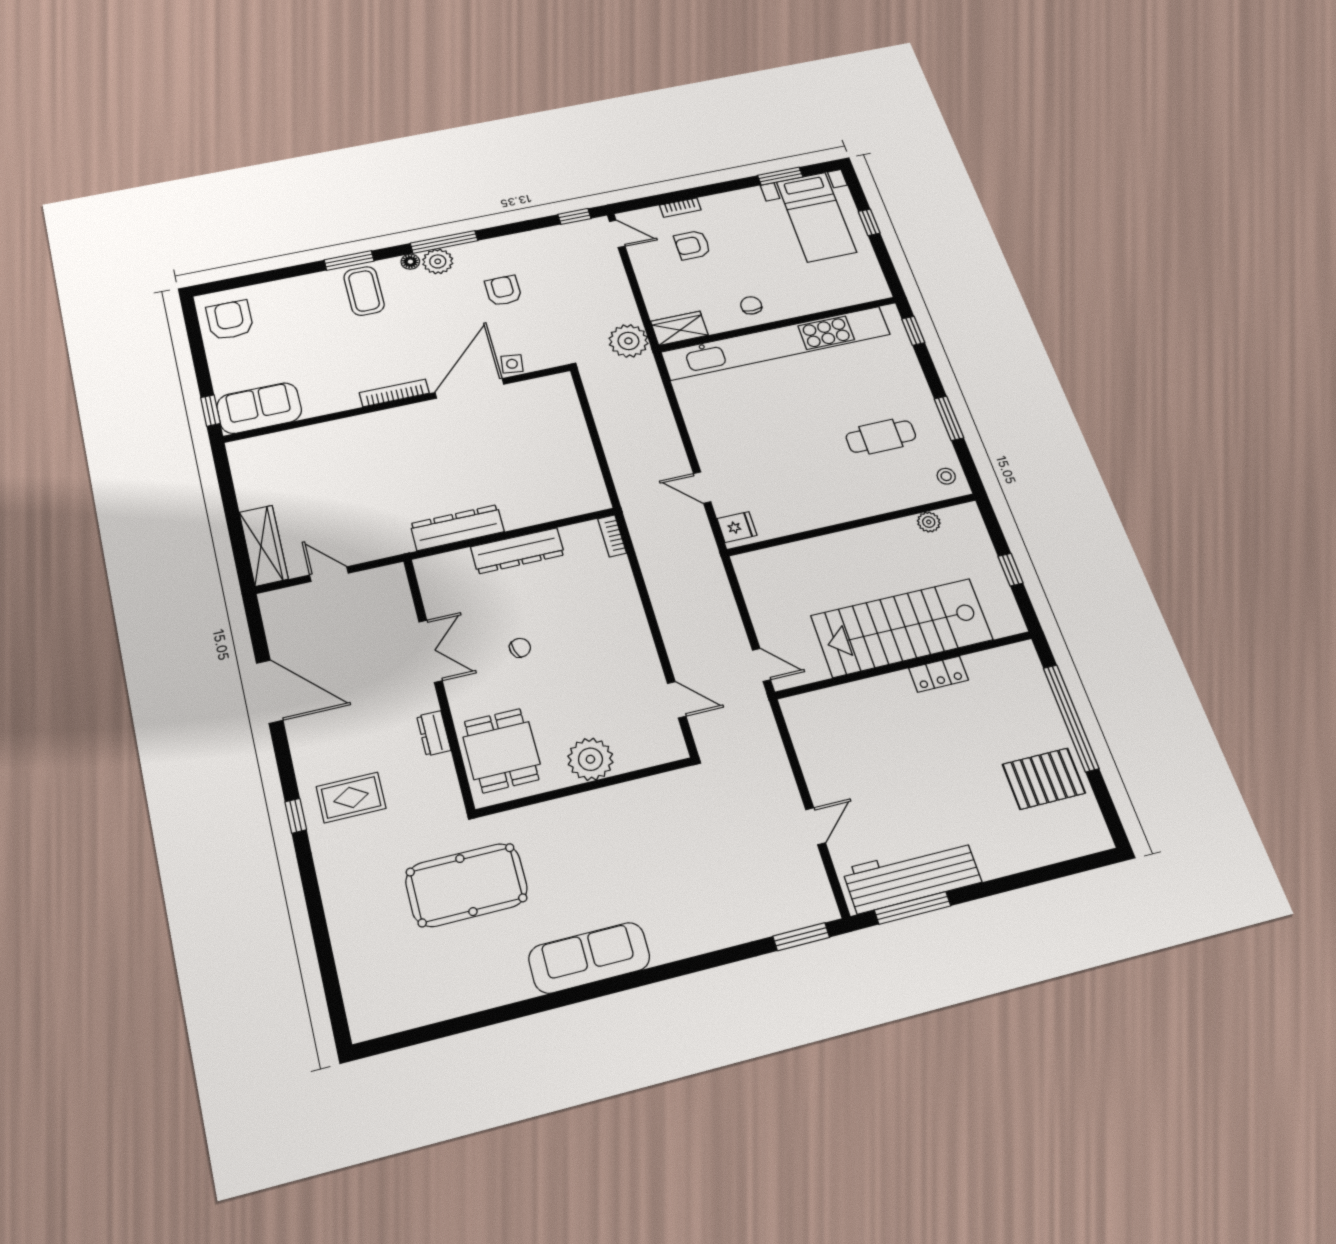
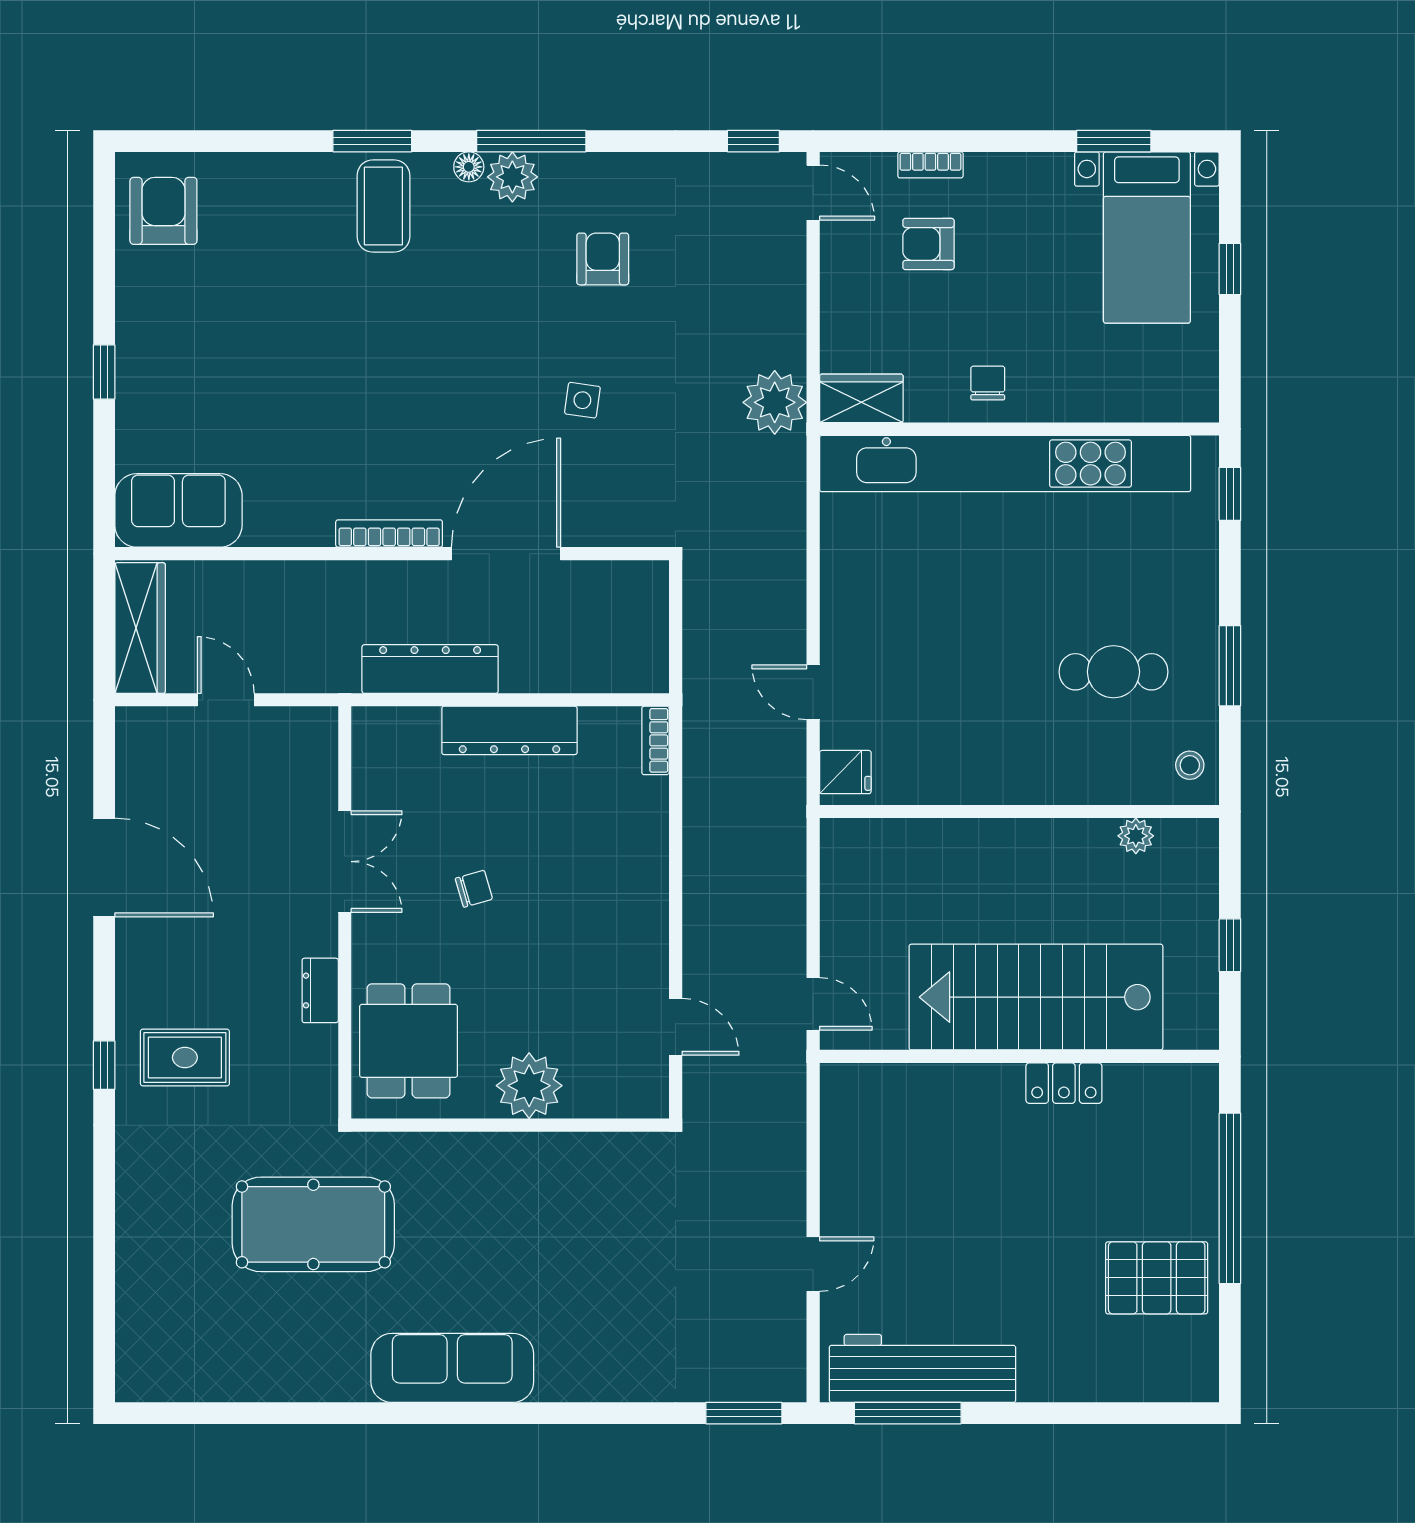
door: (469, 388) -> (506, 554), moved
bookcase: (394, 393) -> (389, 534), moved
wall: (399, 403) -> (392, 554), moved
sofa: (259, 408) -> (178, 510), moved

